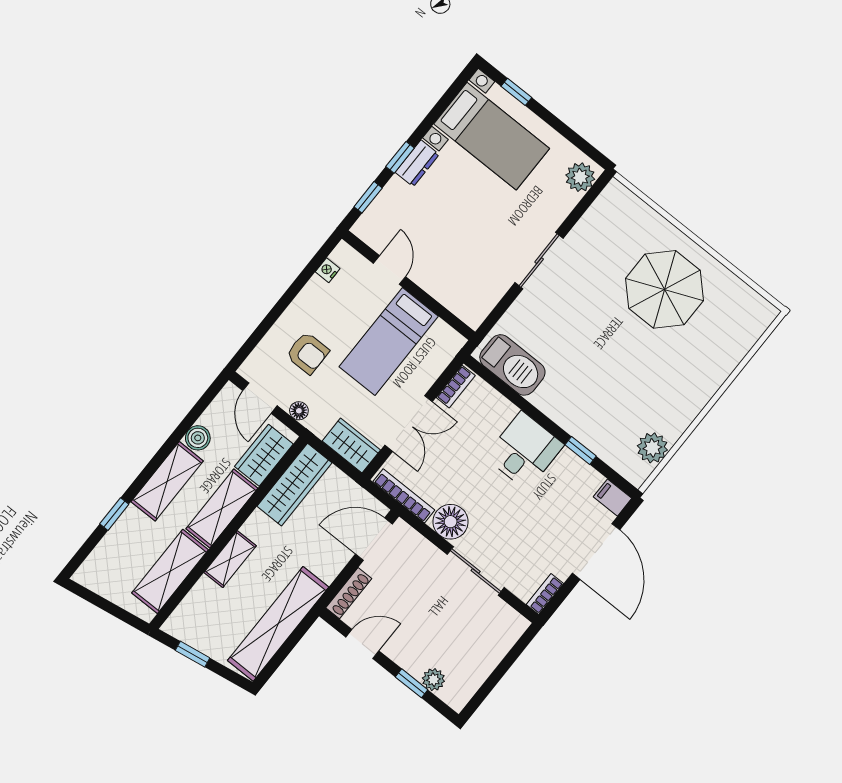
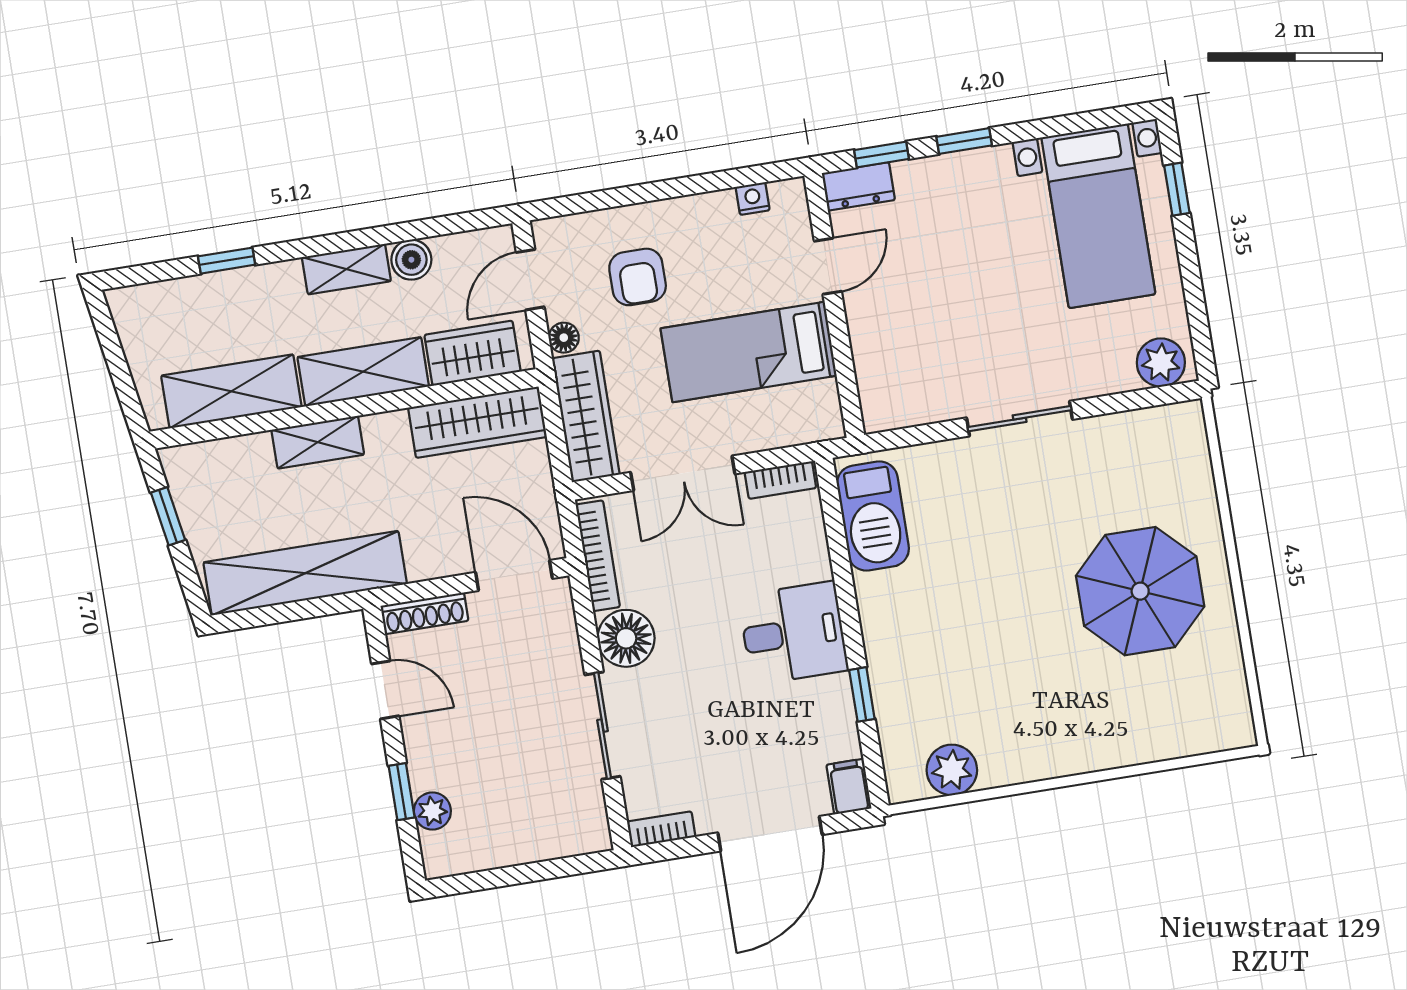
dresser: (417, 163) -> (858, 186), moved
wardrobe: (351, 445) -> (586, 416), width x1.50
shelving: (167, 481) -> (346, 269), width x0.67, depth x0.75

